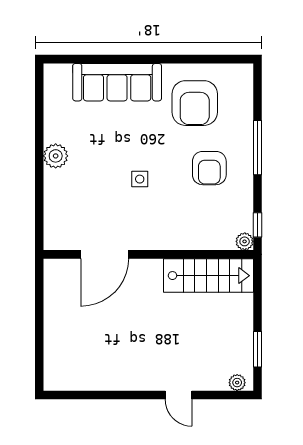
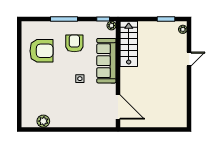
sofa: (117, 82) -> (106, 61), moved, turned 180
plant: (56, 156) -> (43, 121), moved
armchair: (209, 168) -> (74, 43), turned -90
door: (105, 254) -> (118, 107), moved

